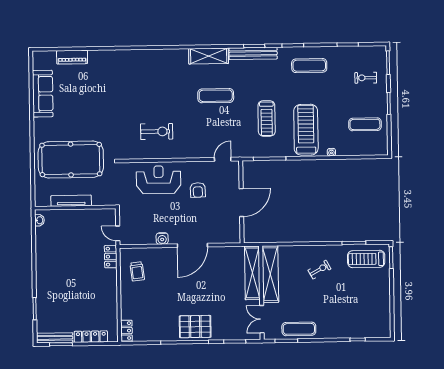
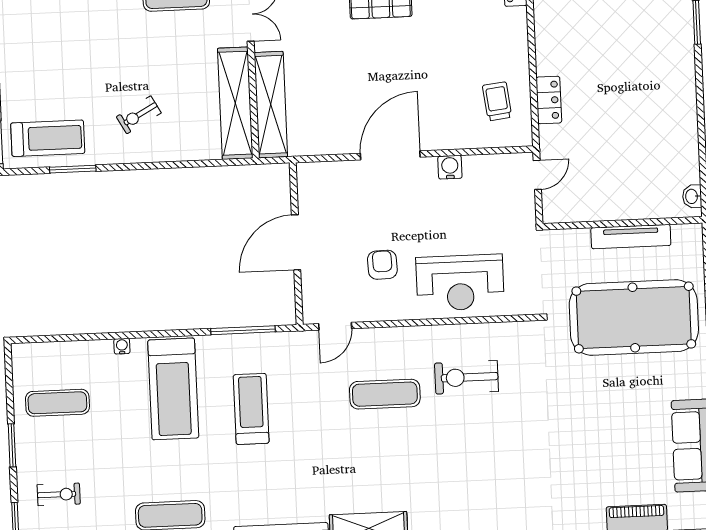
exercise mat: (216, 96) -> (385, 394), moved
door: (118, 233) -> (537, 175), hinge flipped
locker: (111, 257) -> (549, 100), moved

